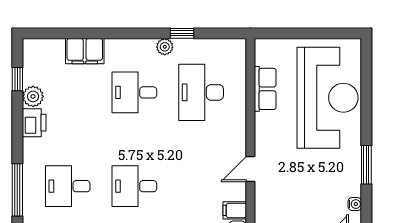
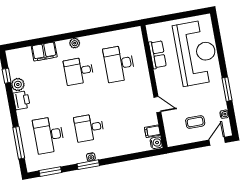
window: (182, 33) -> (101, 30), removed
plant: (165, 47) -> (75, 43), moved
door: (250, 169) -> (157, 104), swing flipped
desk: (68, 186) -> (49, 135), width x1.37
coffee table: (306, 208) -> (195, 122), added

